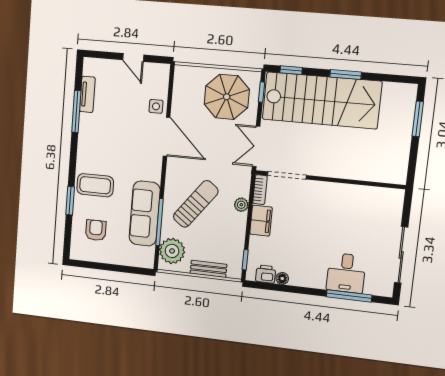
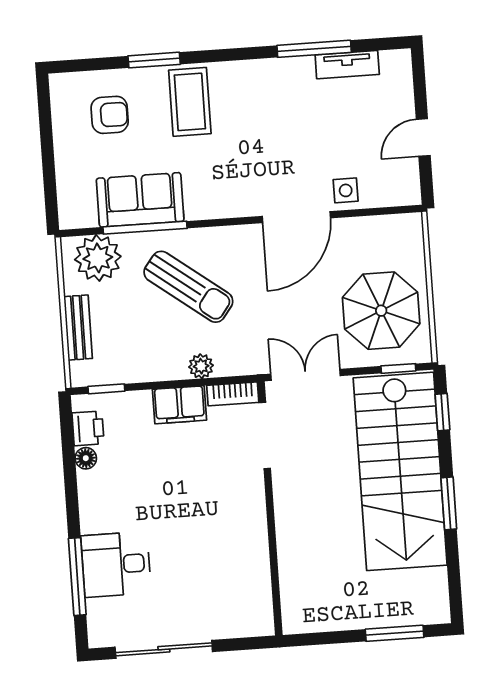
sofa: (145, 214) -> (140, 200), width x0.73

